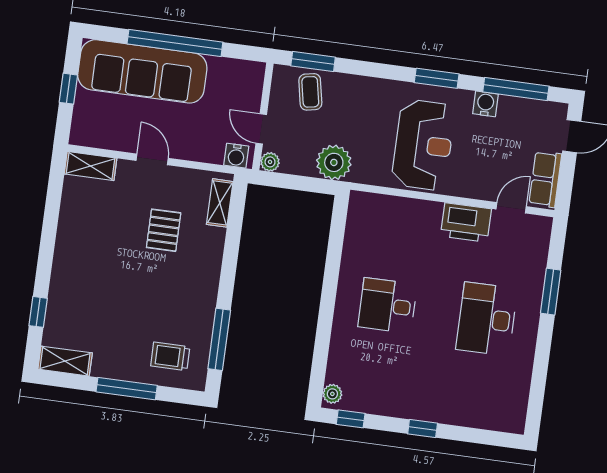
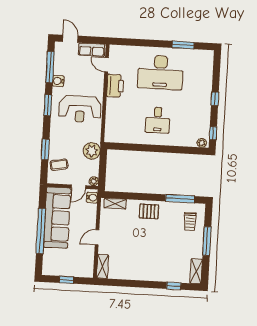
window: (313, 62) -> (45, 149), moved
sofa: (142, 71) -> (57, 218), moved
reception desk: (423, 145) -> (80, 109), turned 180
pallet: (164, 230) -> (149, 211), moved
window: (551, 292) -> (183, 45), moved
desk: (487, 319) -> (160, 72), width x1.36, depth x1.30

